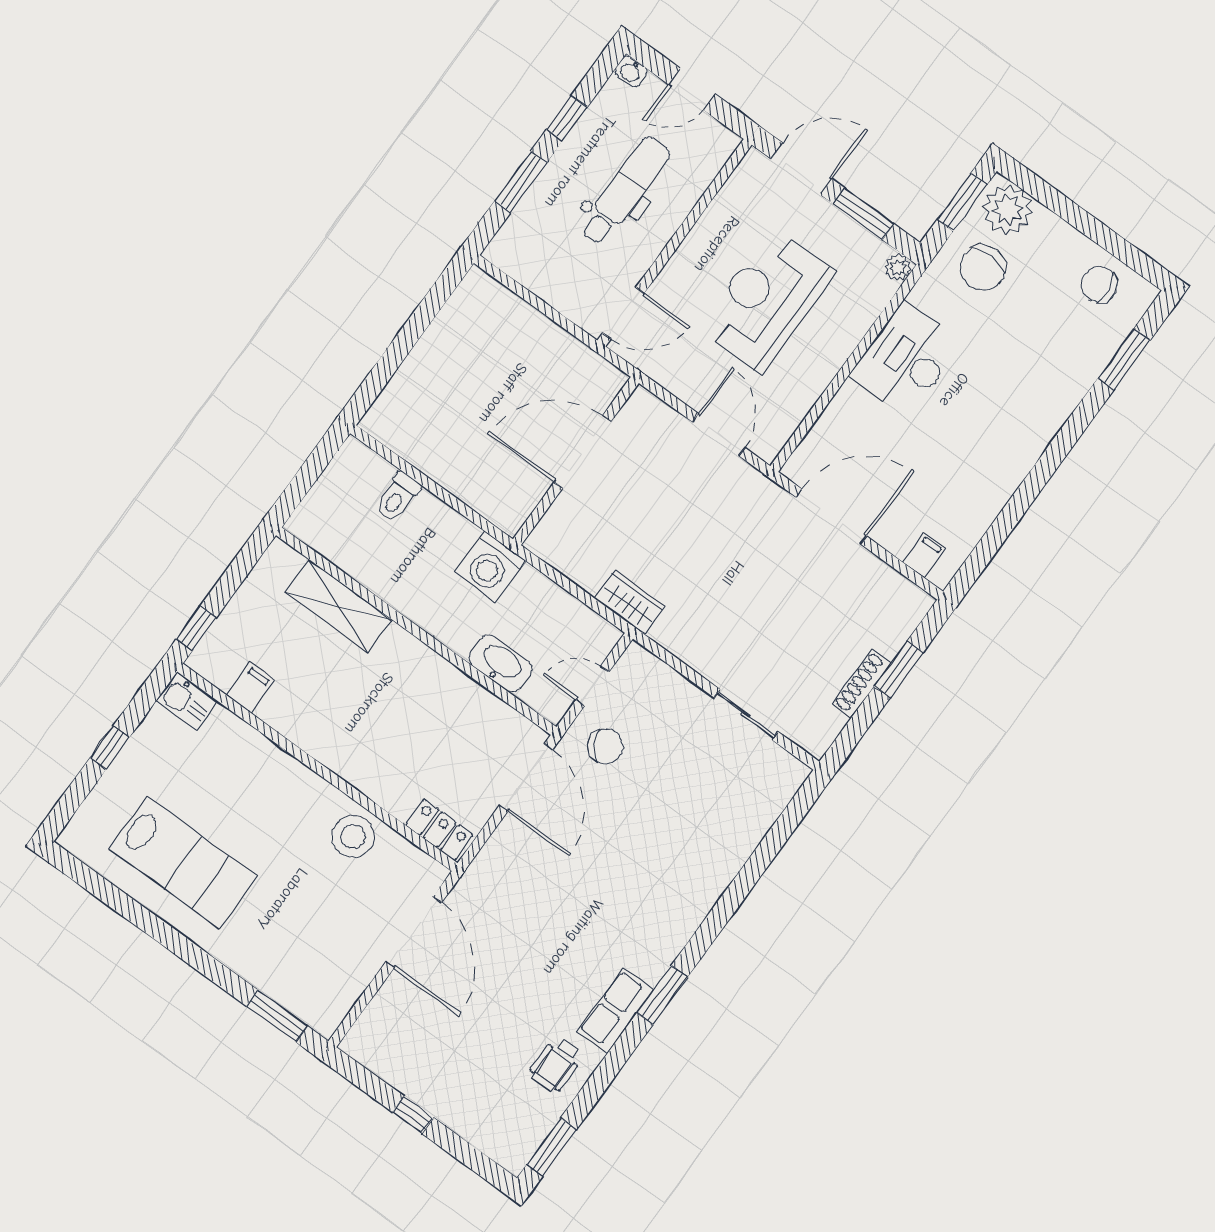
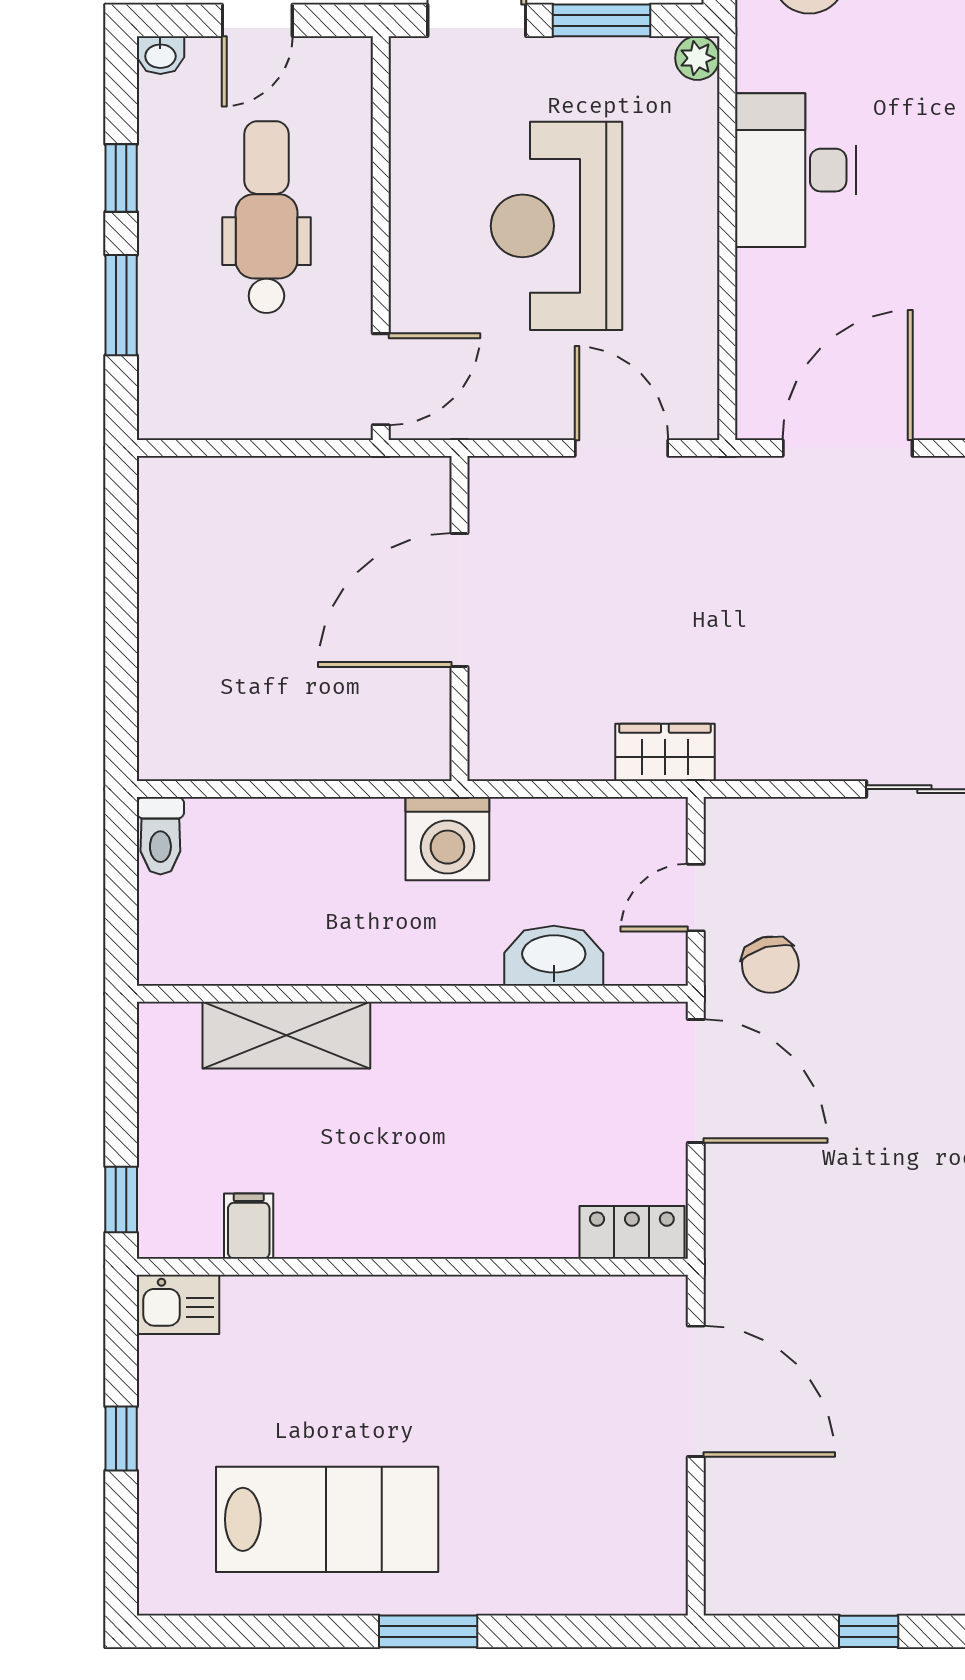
toilet: (398, 497) -> (160, 836), moved
chair: (605, 746) -> (770, 965), turned 105
stool: (353, 837) -> (525, 1323), removed
window: (277, 1016) -> (428, 1631), moved

